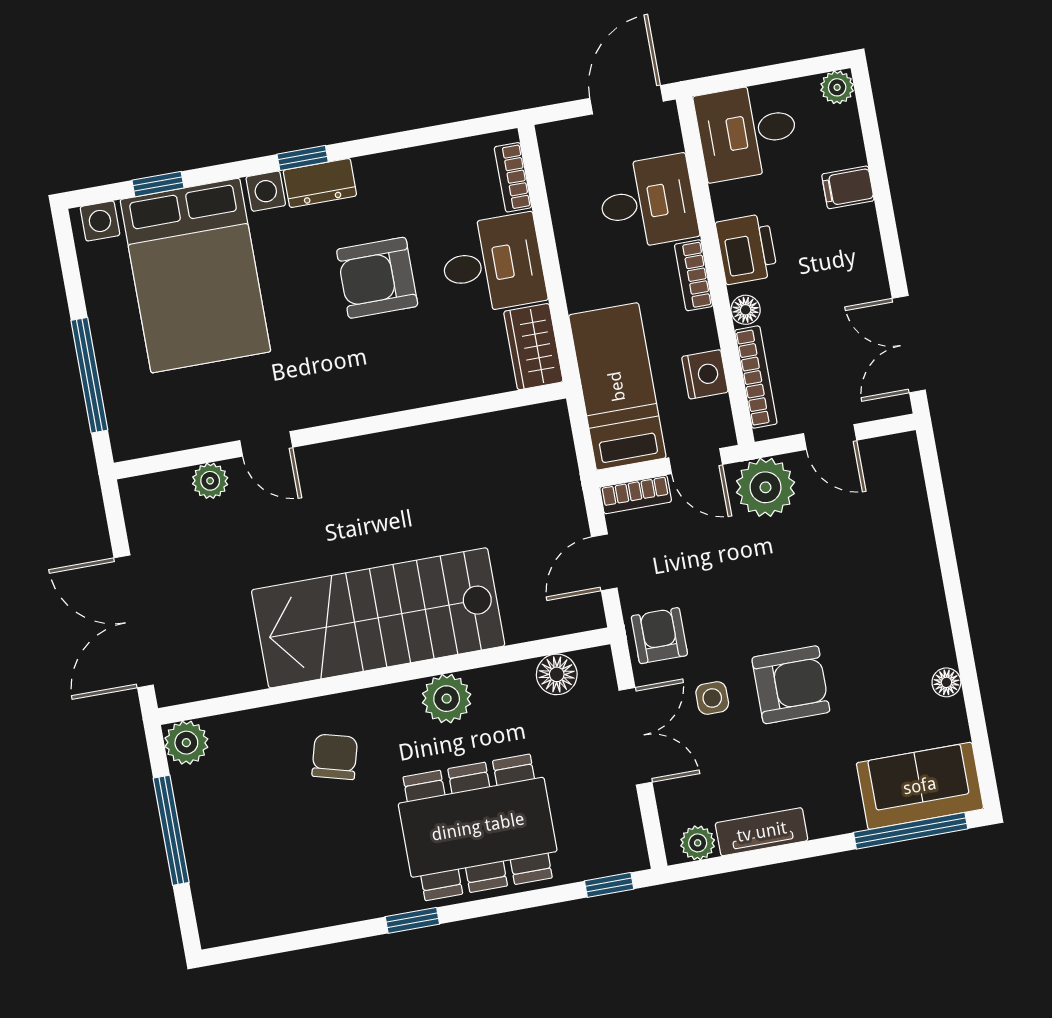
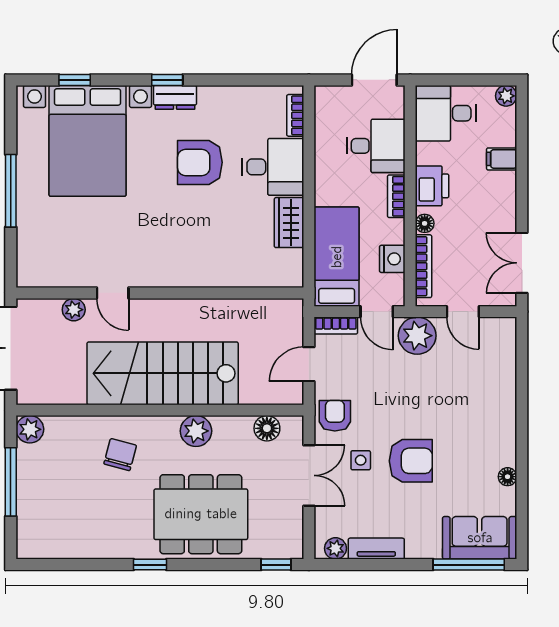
wall: (340, 431) -> (160, 293), moved
door: (266, 444) -> (113, 293), moved
plant: (210, 481) -> (74, 310), moved

